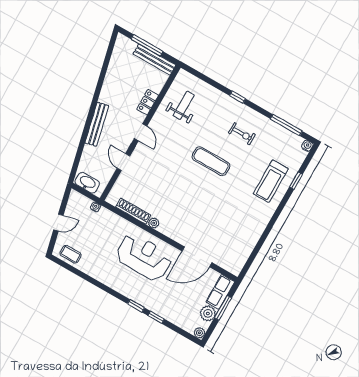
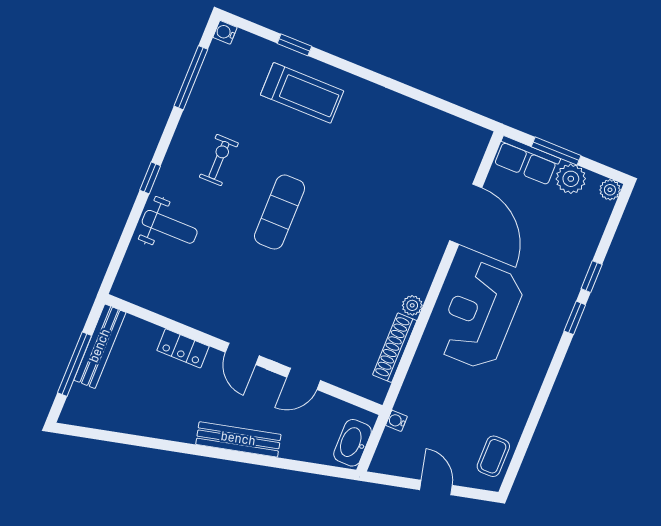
weight bench: (184, 105) -> (170, 227), moved, turned 180
door: (141, 132) -> (242, 354), swing flipped

